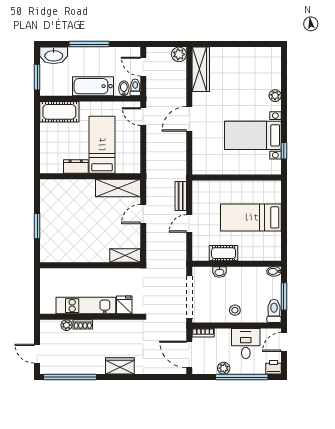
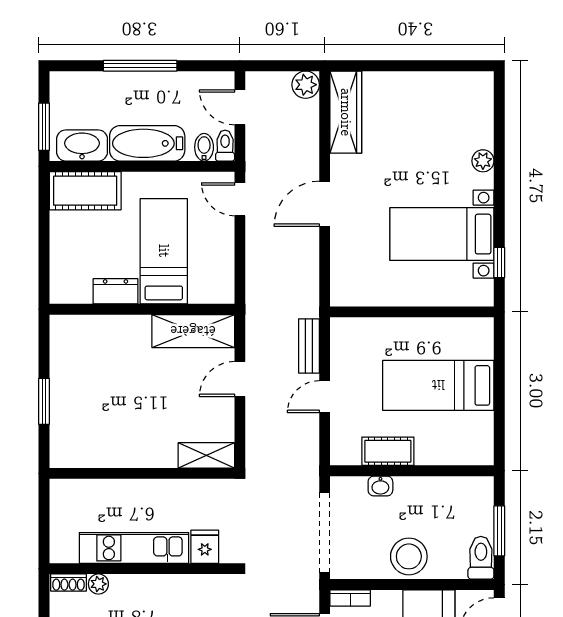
washbasin: (54, 55) -> (82, 145), moved, turned 180
bidet: (274, 271) -> (481, 485), removed
stool: (235, 310) -> (409, 556), width x1.89, depth x1.89
shoe rack: (83, 324) -> (69, 583), moved

